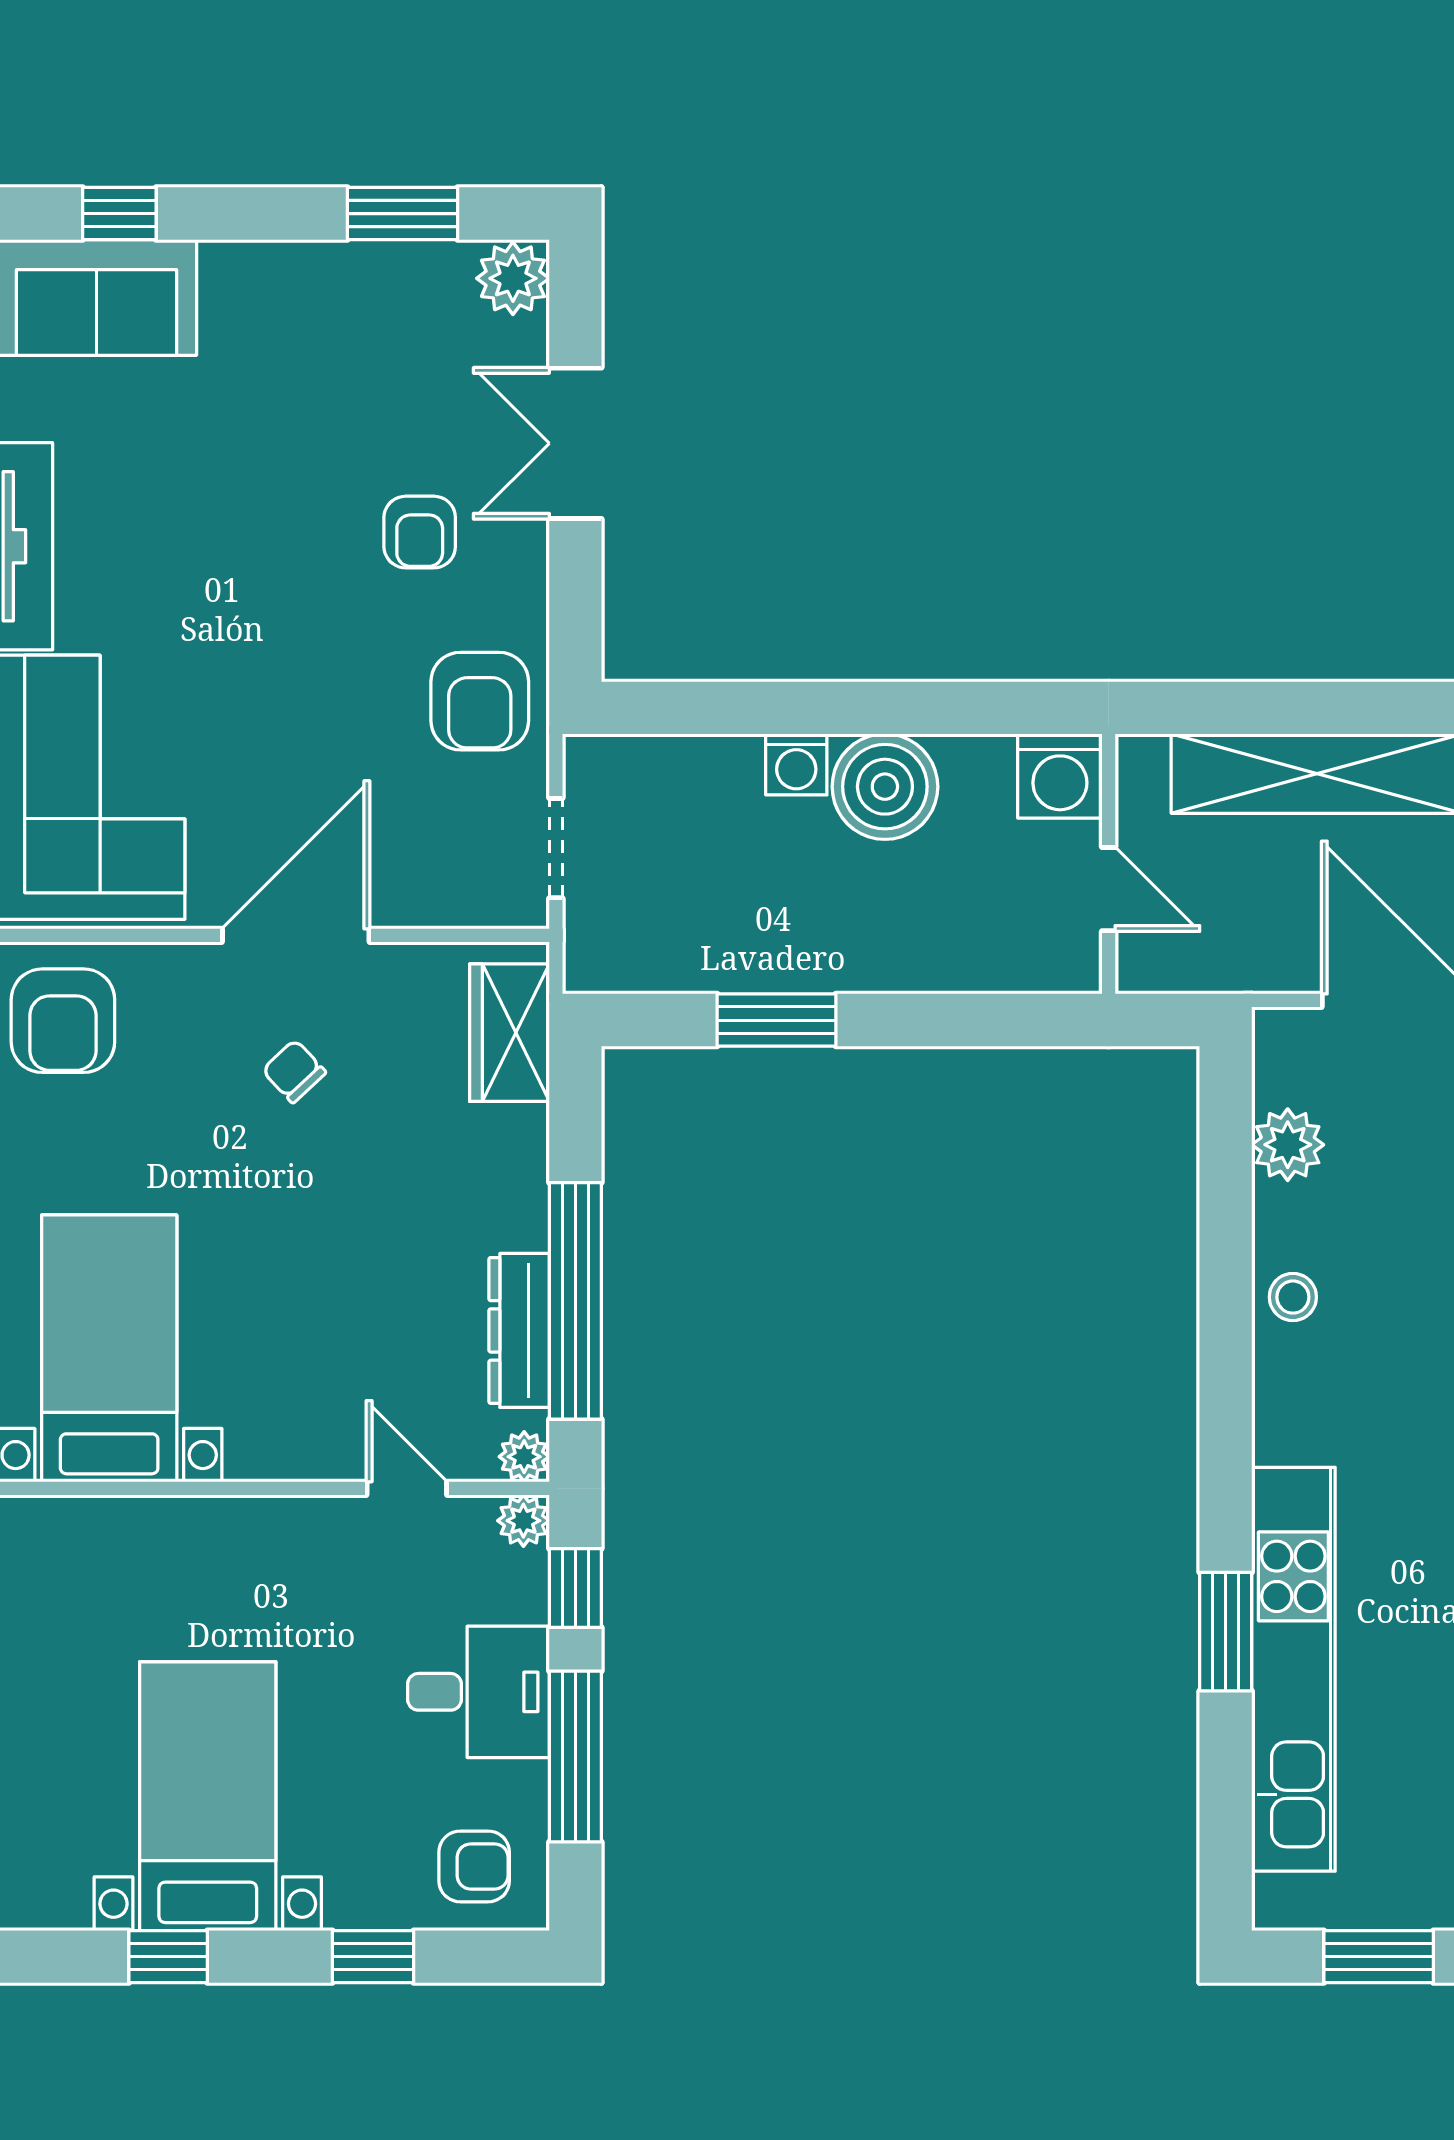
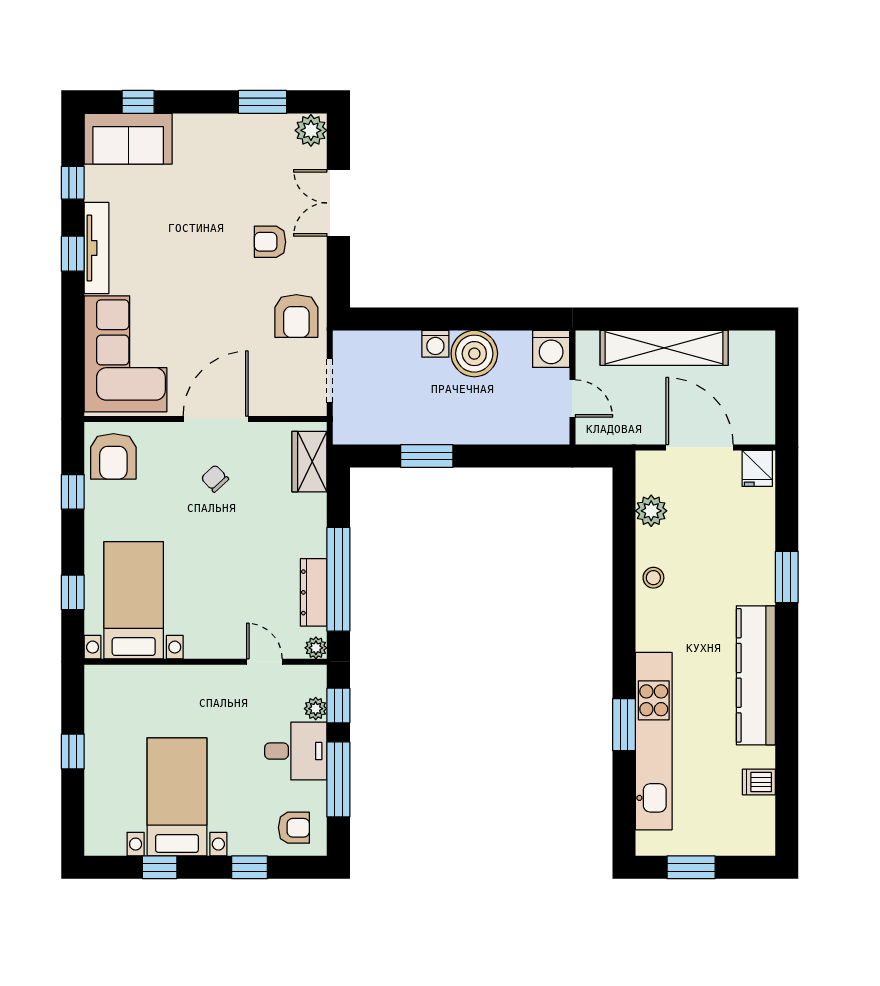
armchair: (420, 532) -> (270, 242), turned 90
plant: (523, 1521) -> (316, 709), moved

